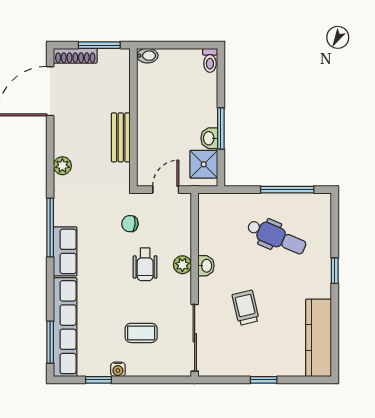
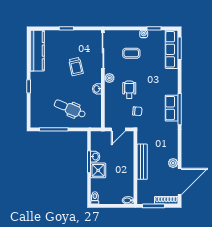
bench: (121, 137) -> (142, 162), width x1.36
shower: (204, 164) -> (98, 170), moved
plant: (62, 166) -> (173, 163), moved
dental chair: (277, 237) -> (70, 109), moved
row of seats: (65, 251) -> (172, 108), moved
plant: (182, 265) -> (109, 78), moved
row of seats: (65, 327) -> (172, 49), width x0.73

